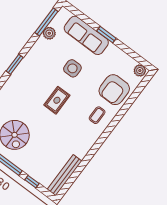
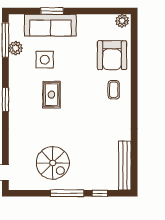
window: (106, 35) -> (52, 11), moved
side table: (72, 68) -> (45, 60), moved
rug: (57, 100) -> (51, 95), moved

